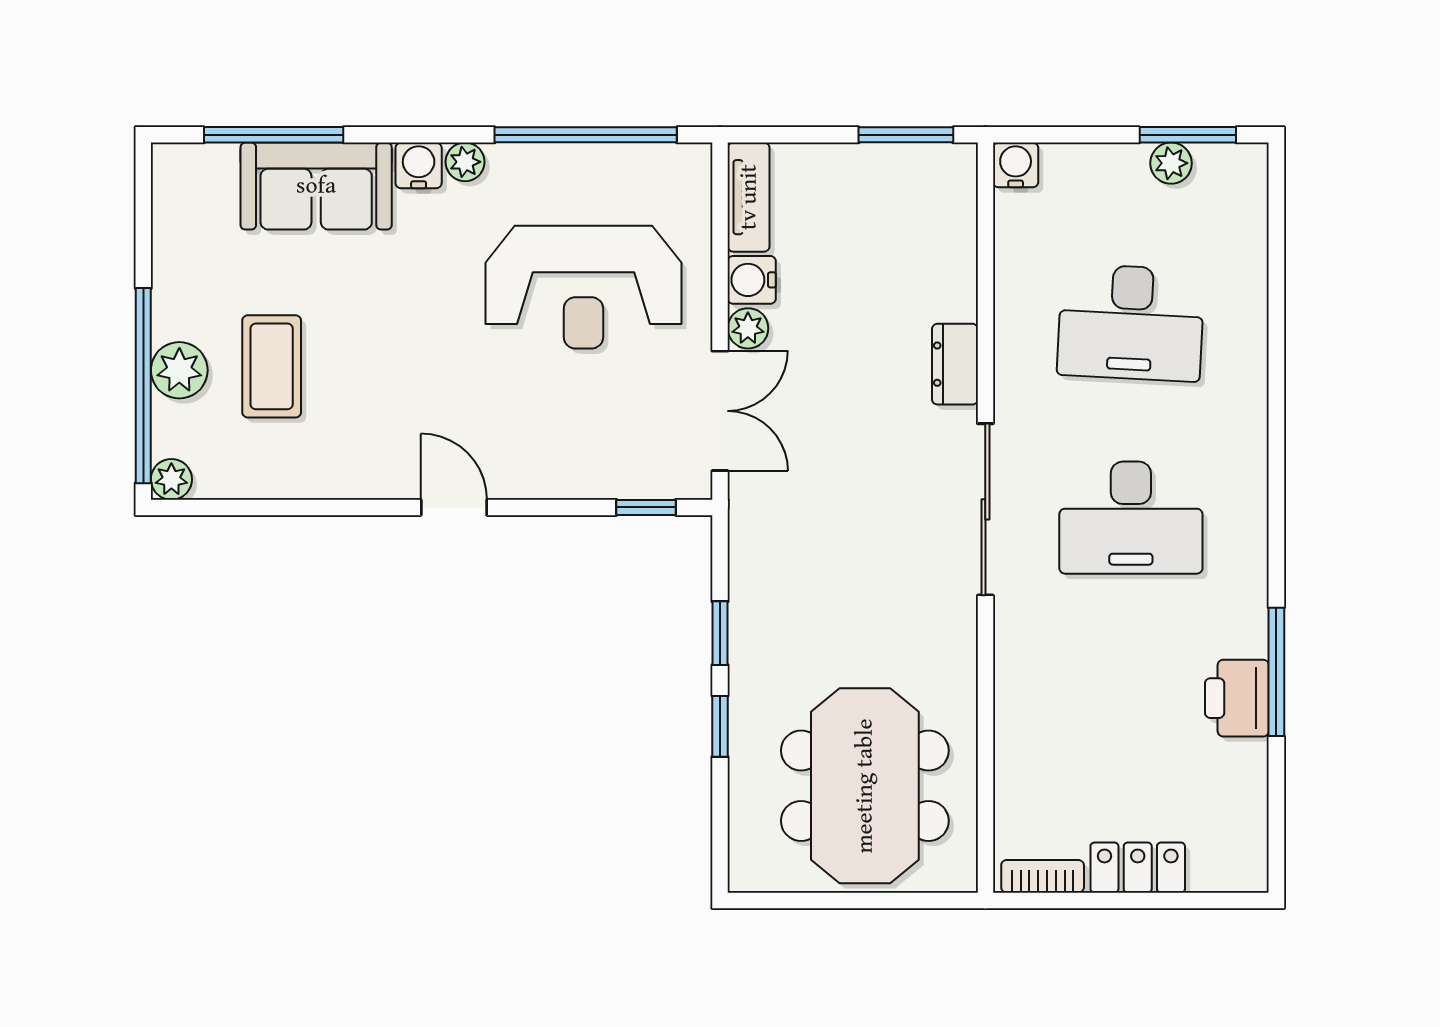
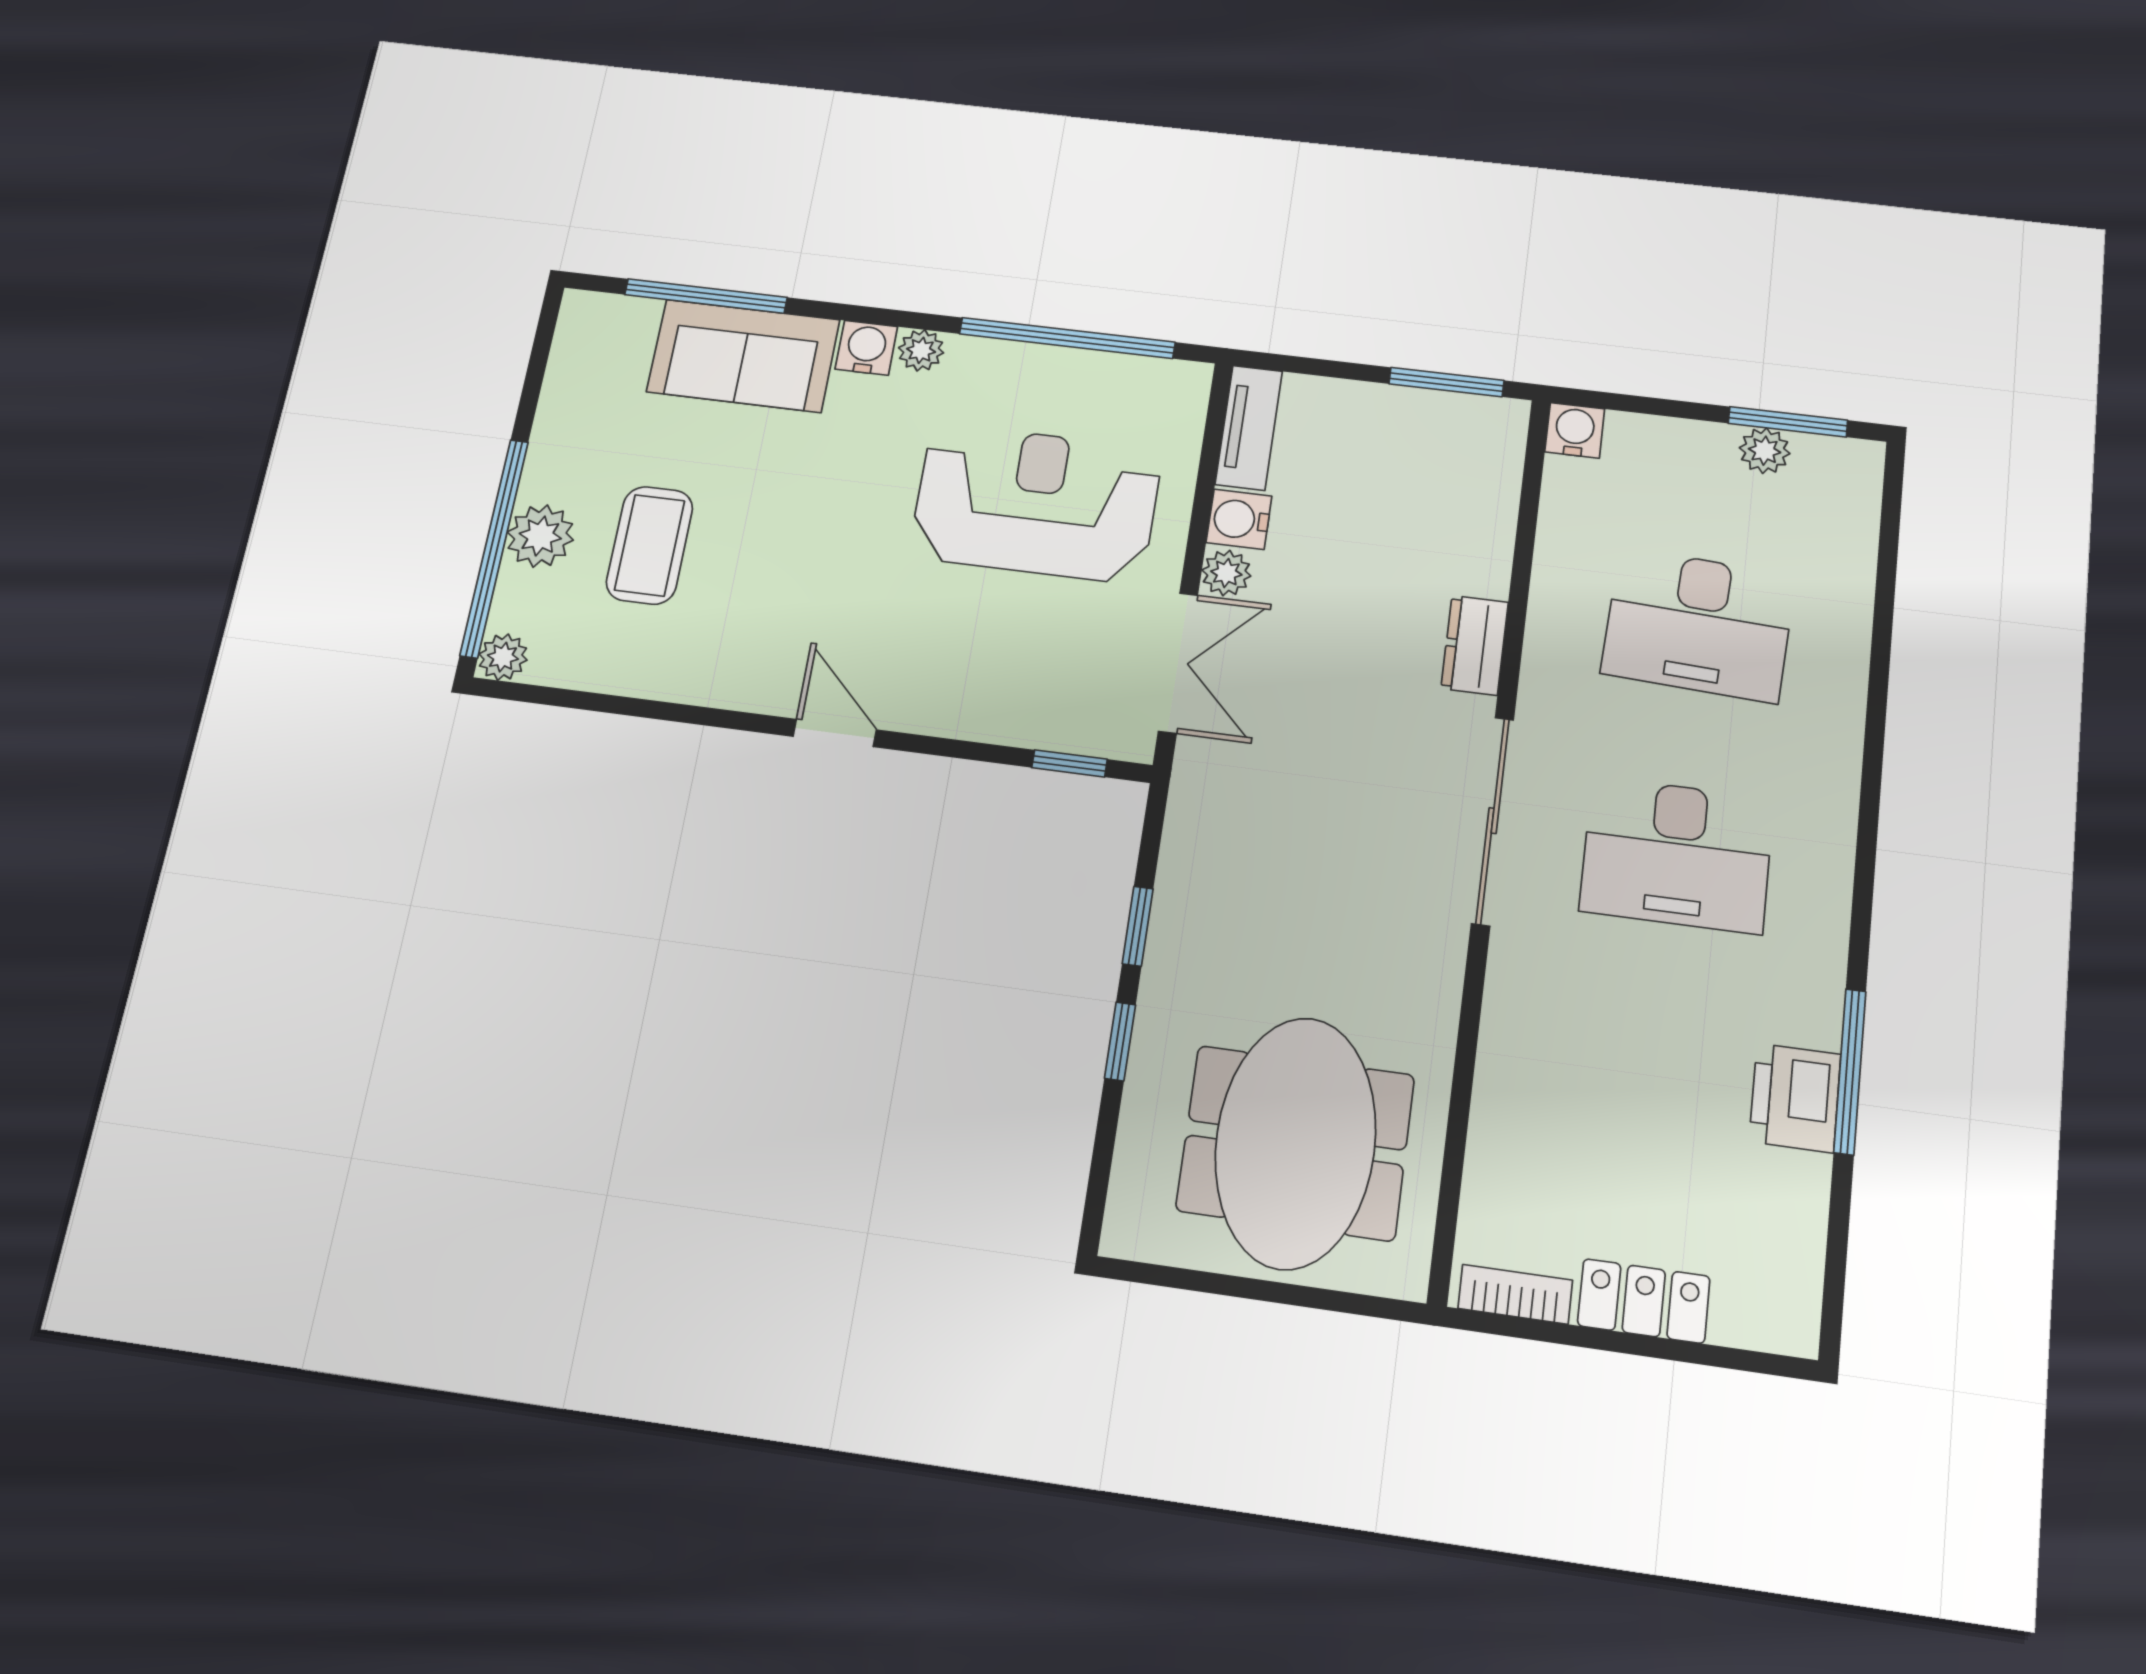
reception desk: (583, 287) -> (1036, 503), turned 180

